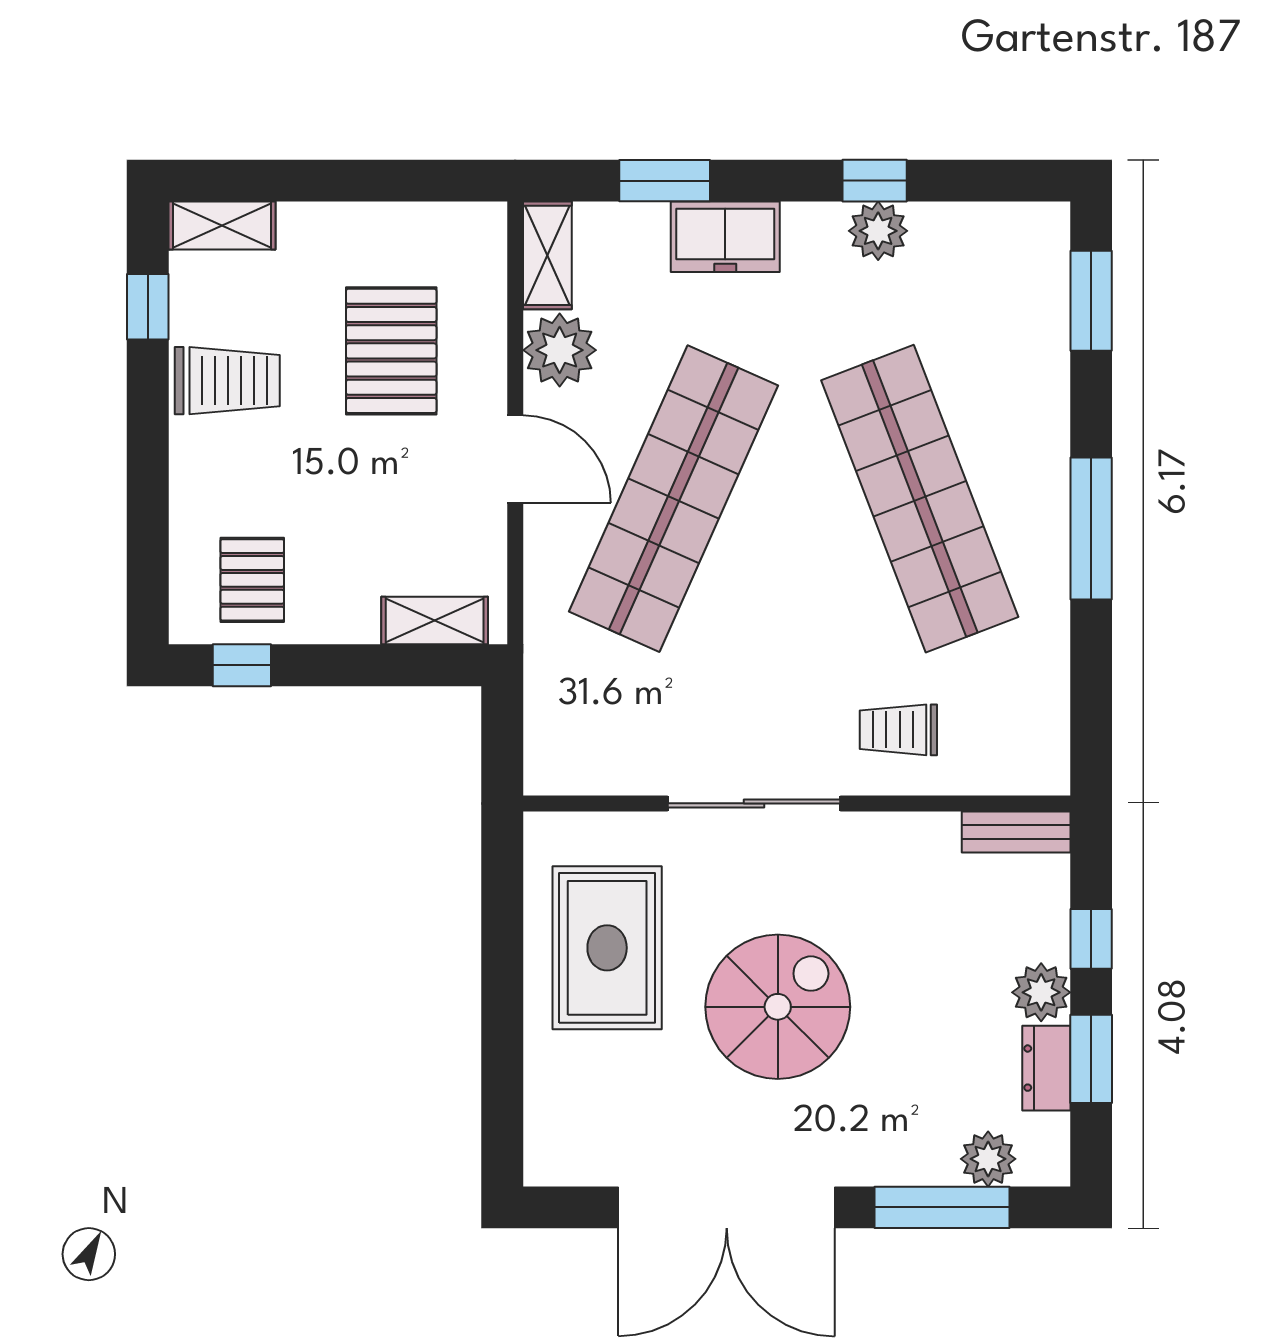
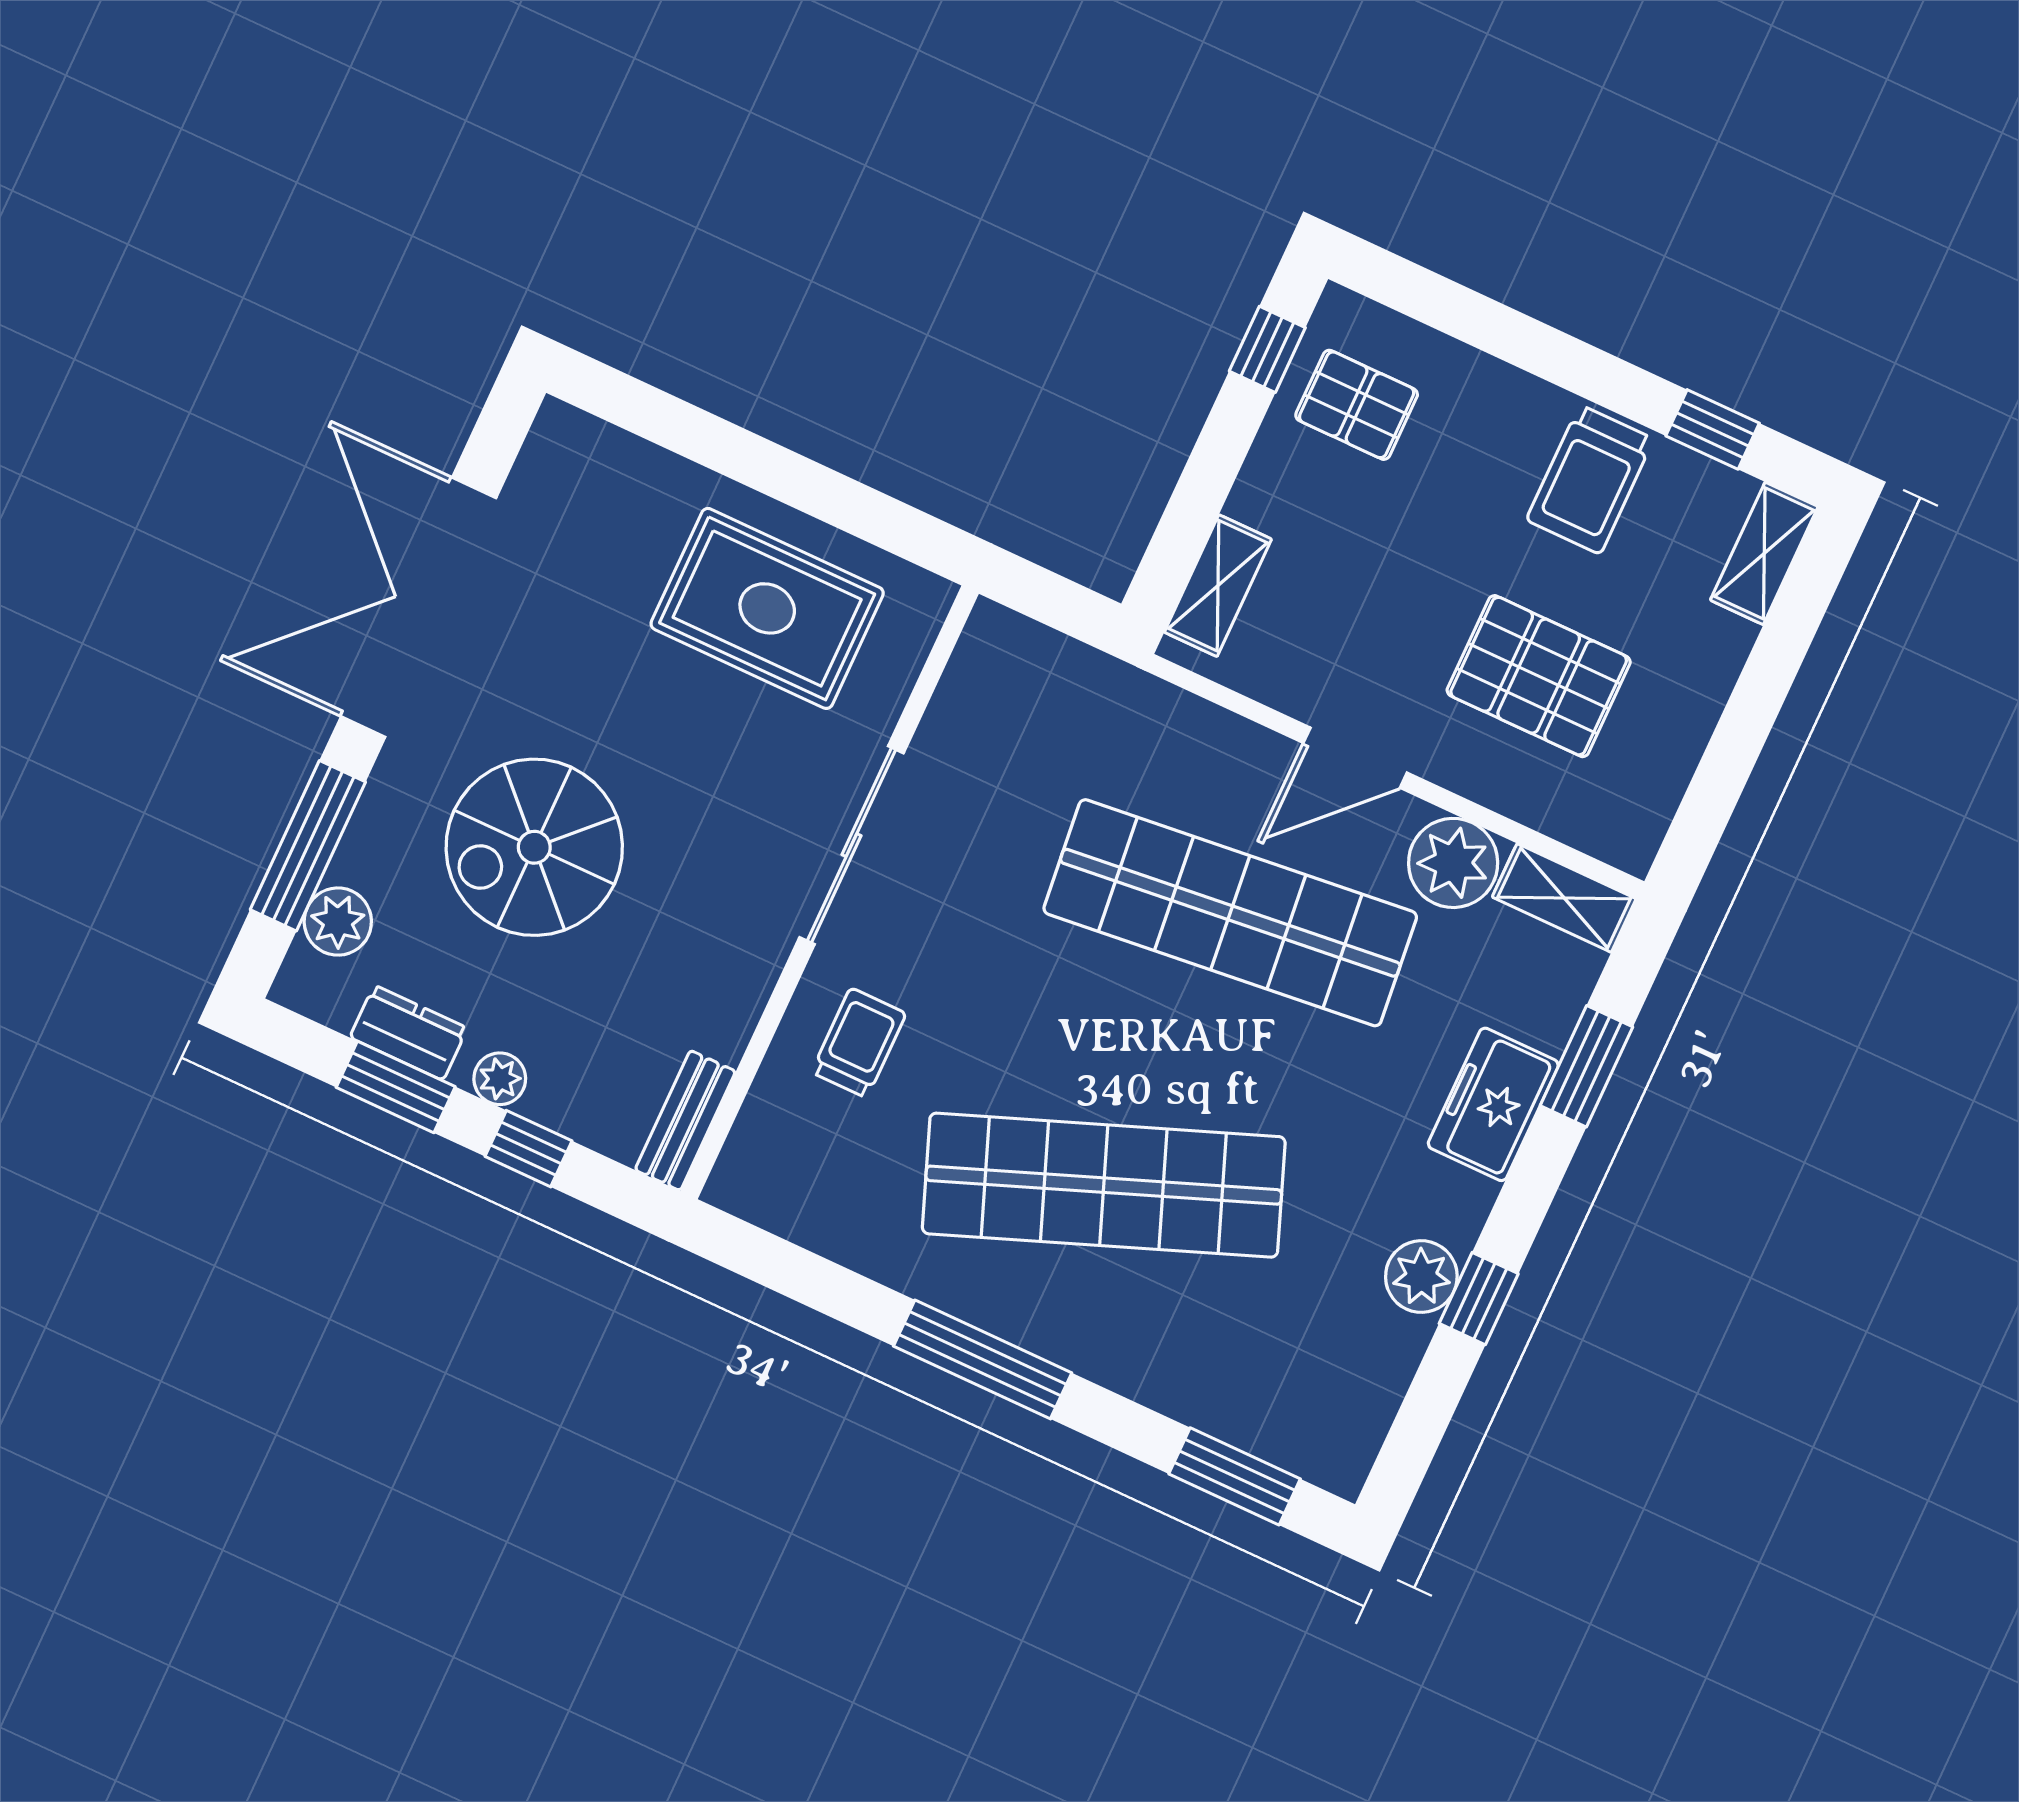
shop shelf: (674, 499) -> (1230, 913), turned -30
plant: (1041, 992) -> (500, 1079), width x0.73, depth x0.73
spiral stairs: (778, 1007) -> (534, 847), moved, turned 90

